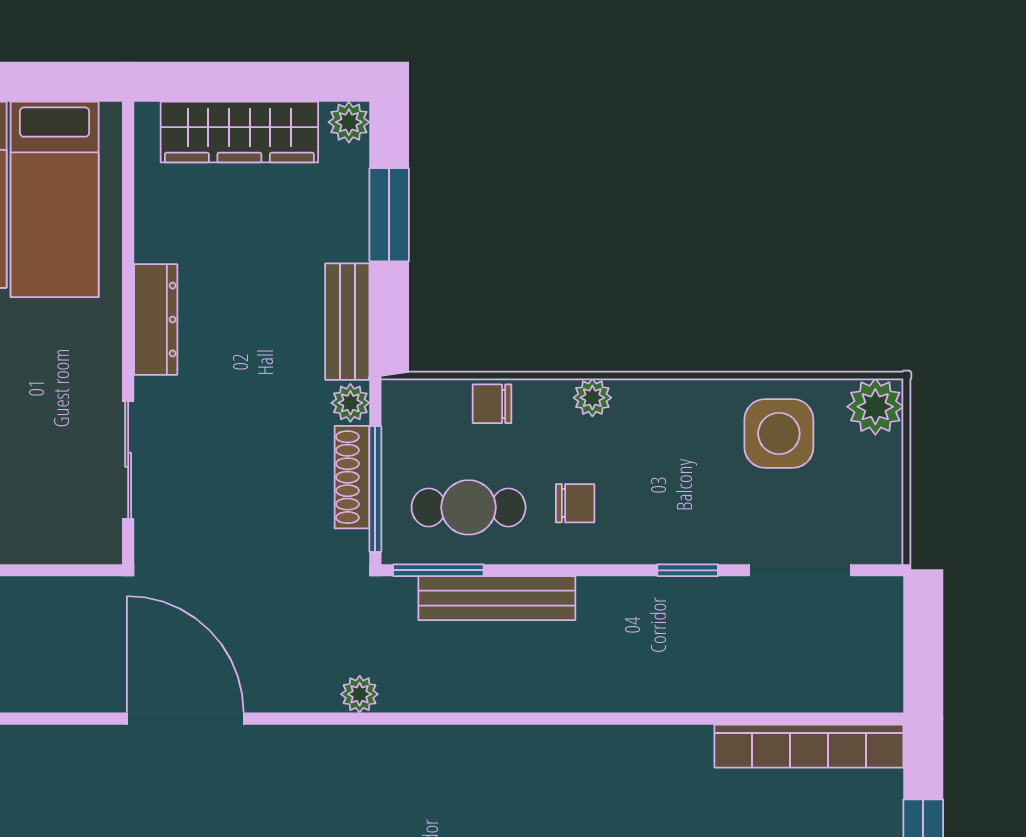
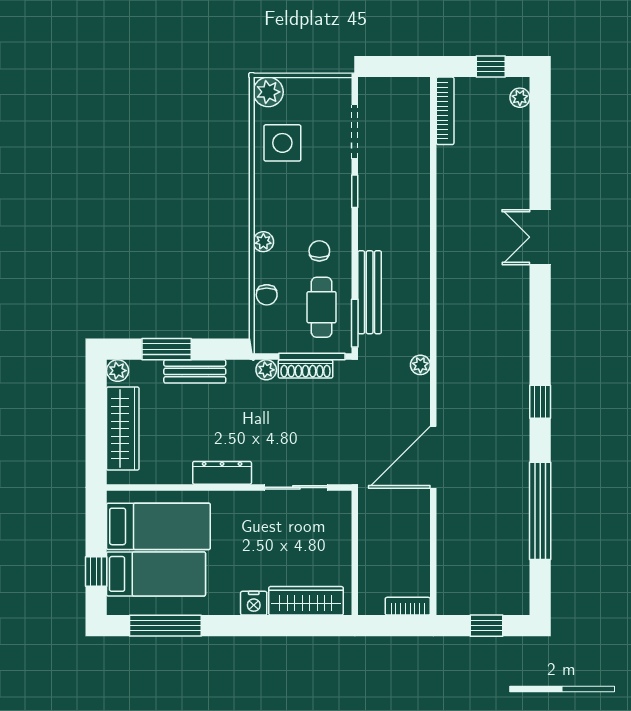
bench: (347, 322) -> (195, 371), moved
bookcase: (809, 746) -> (445, 111), width x0.68, depth x0.76

